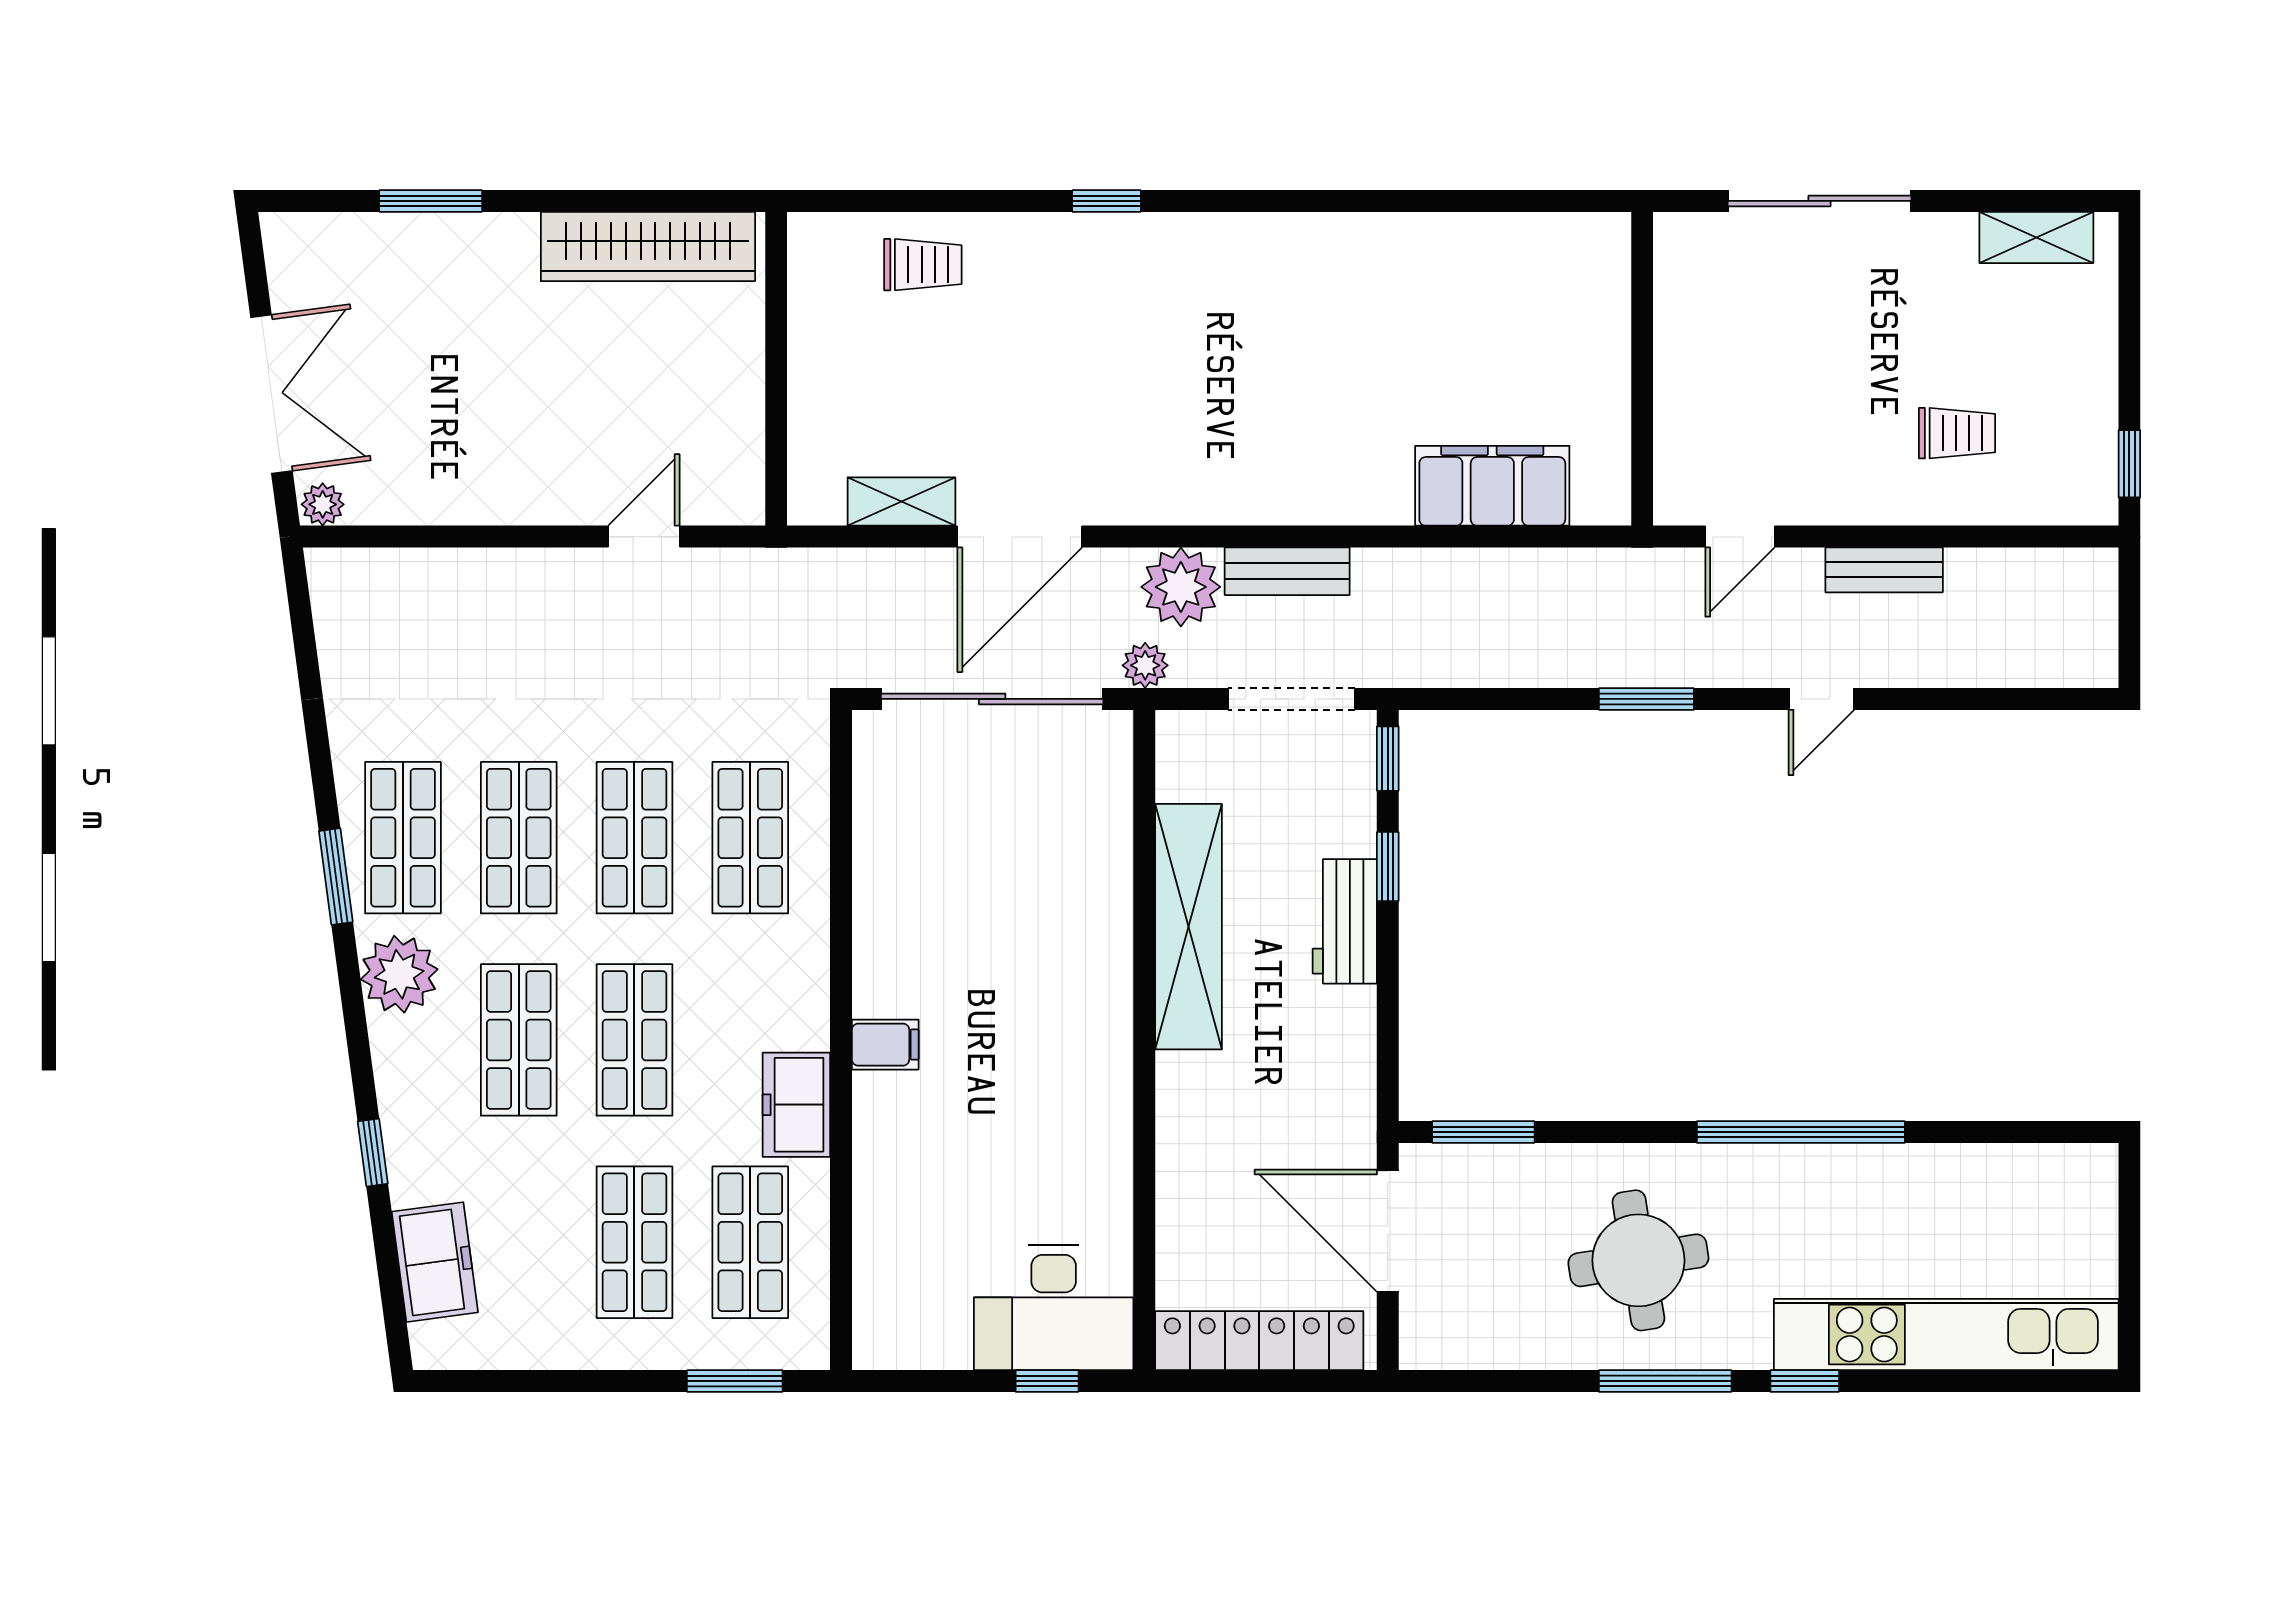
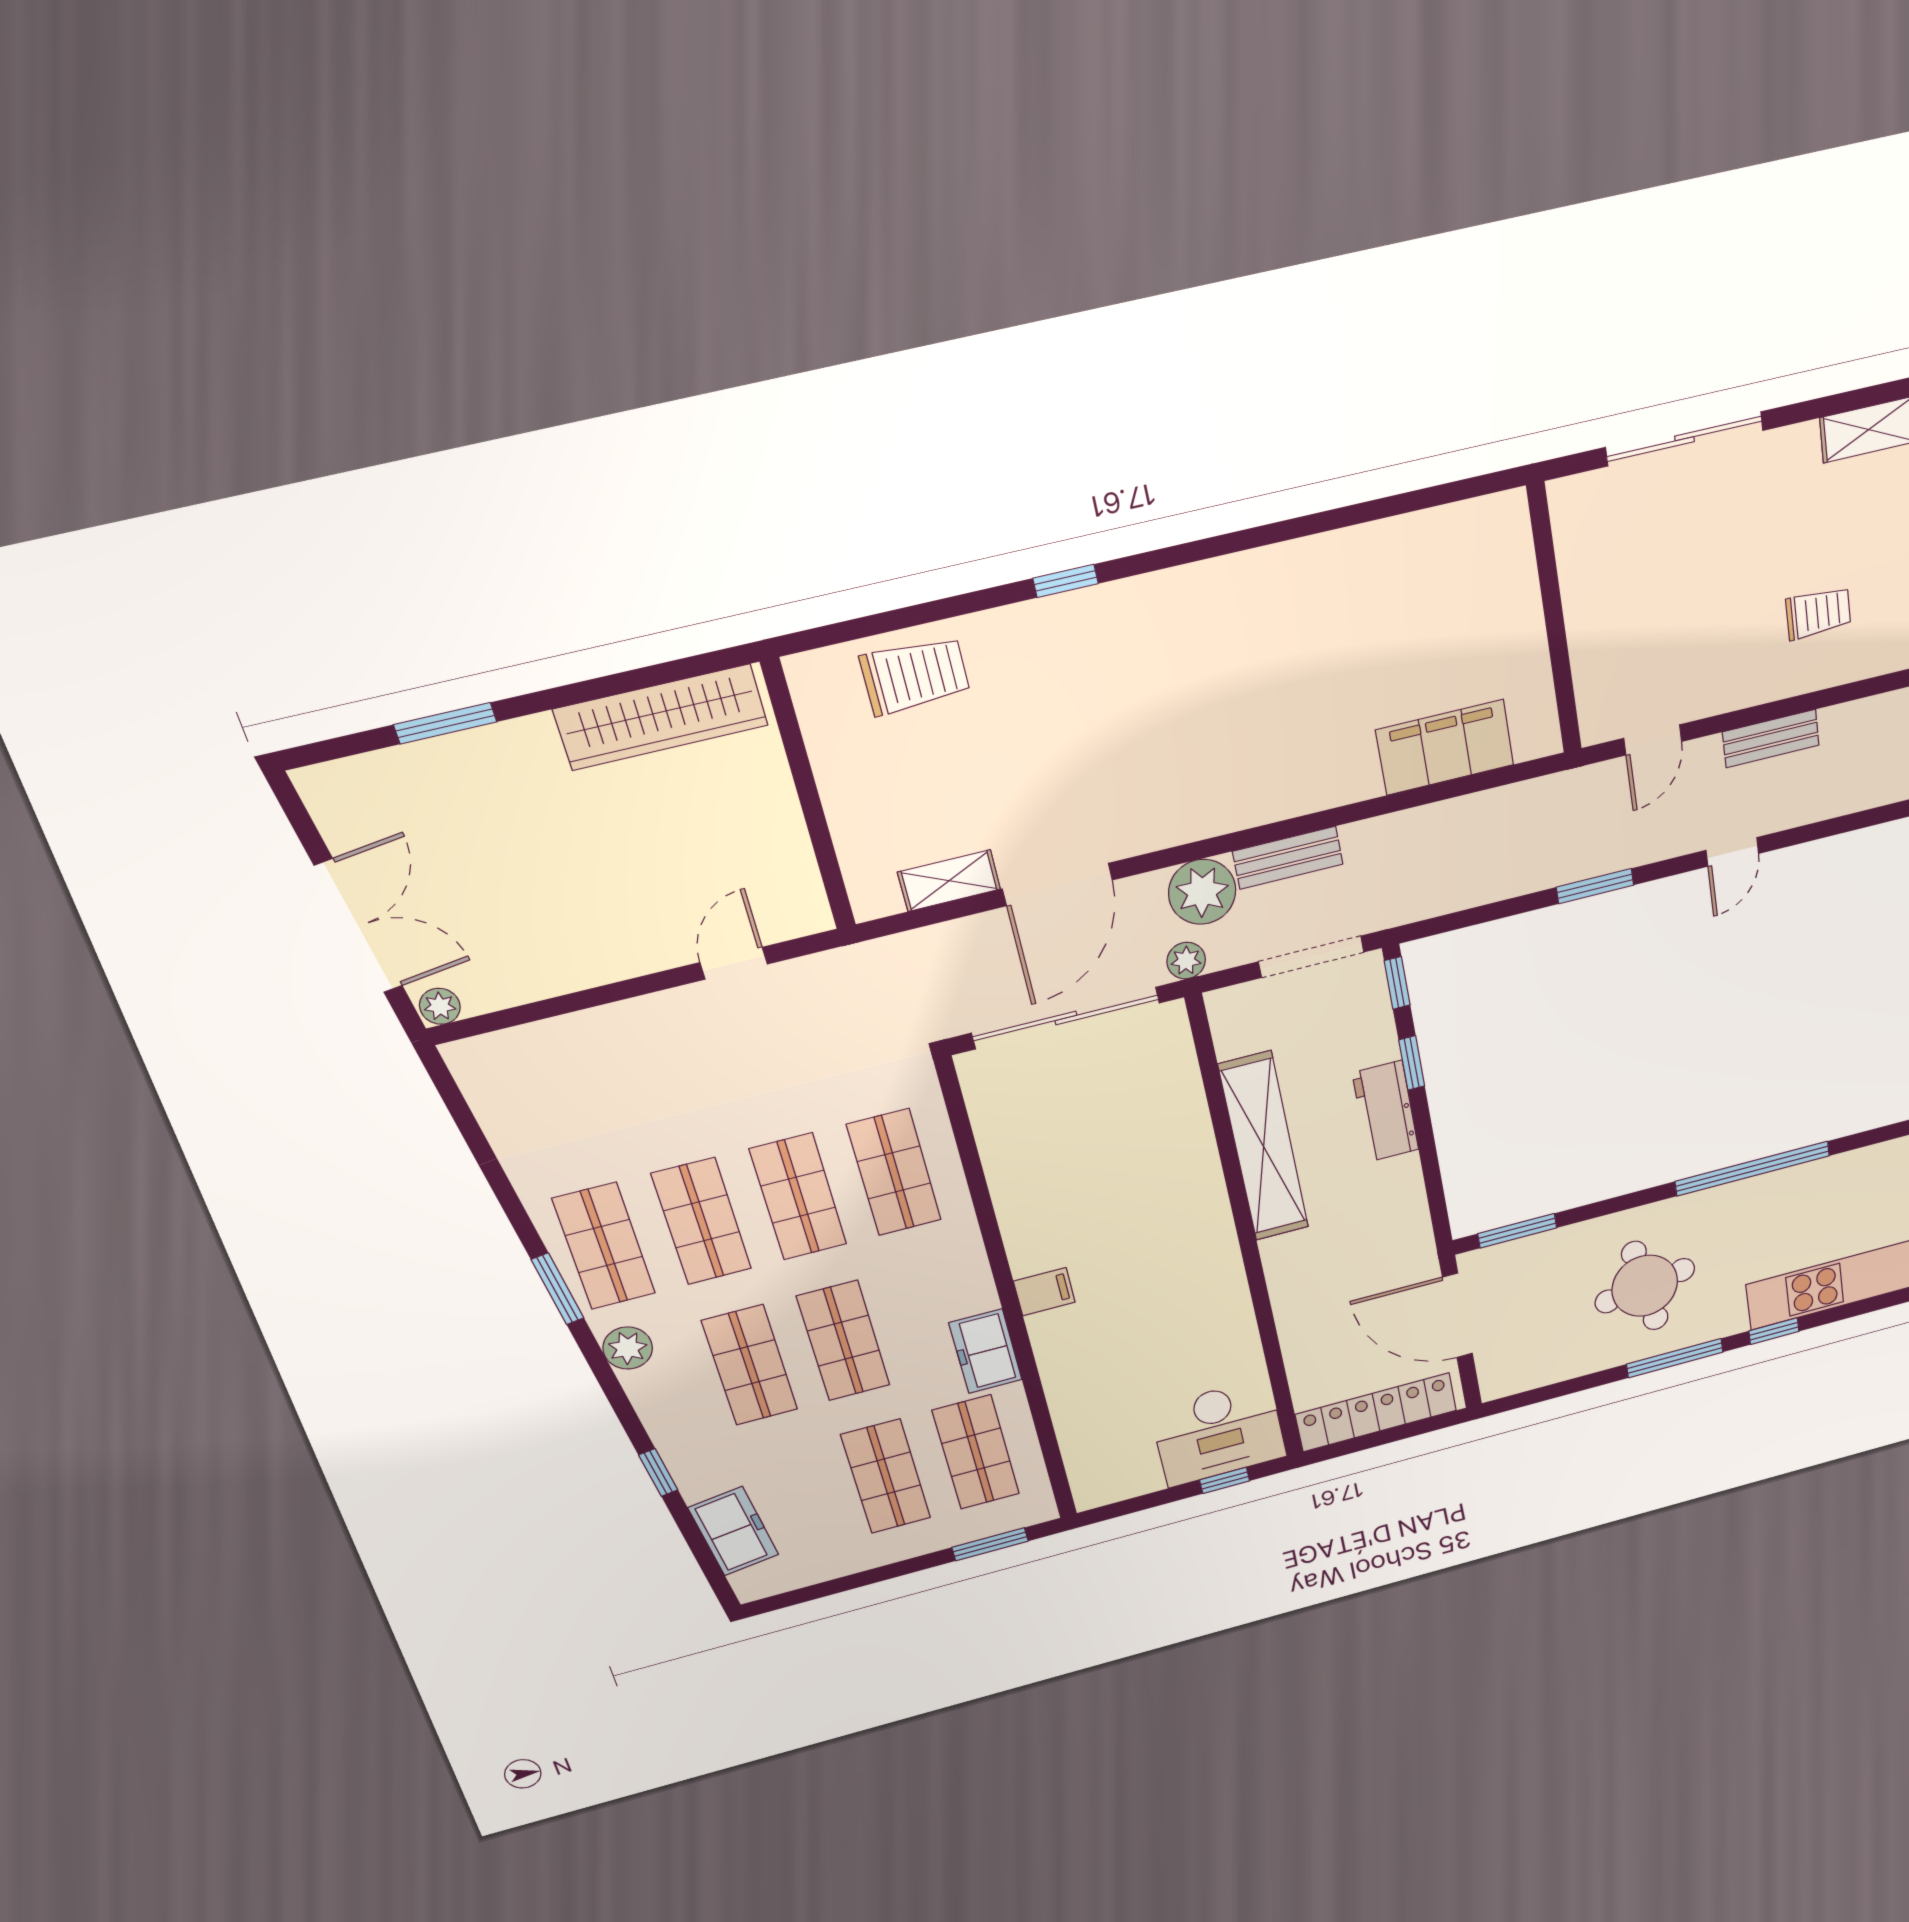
trolley: (923, 265) -> (915, 675), width x1.36, depth x1.39
plant: (399, 974) -> (628, 1348), width x0.73, depth x0.73

